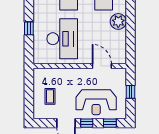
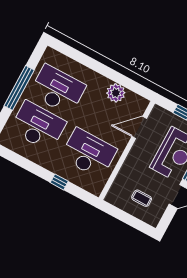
plant: (118, 21) -> (116, 93), moved

